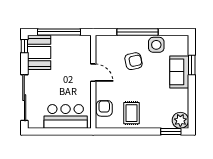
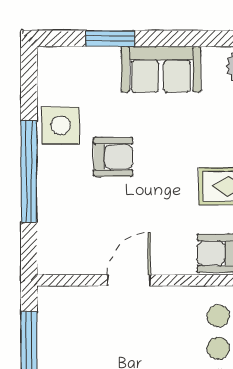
armchair: (133, 61) -> (113, 157), moved, turned 102
sofa: (179, 72) -> (161, 69), moved

